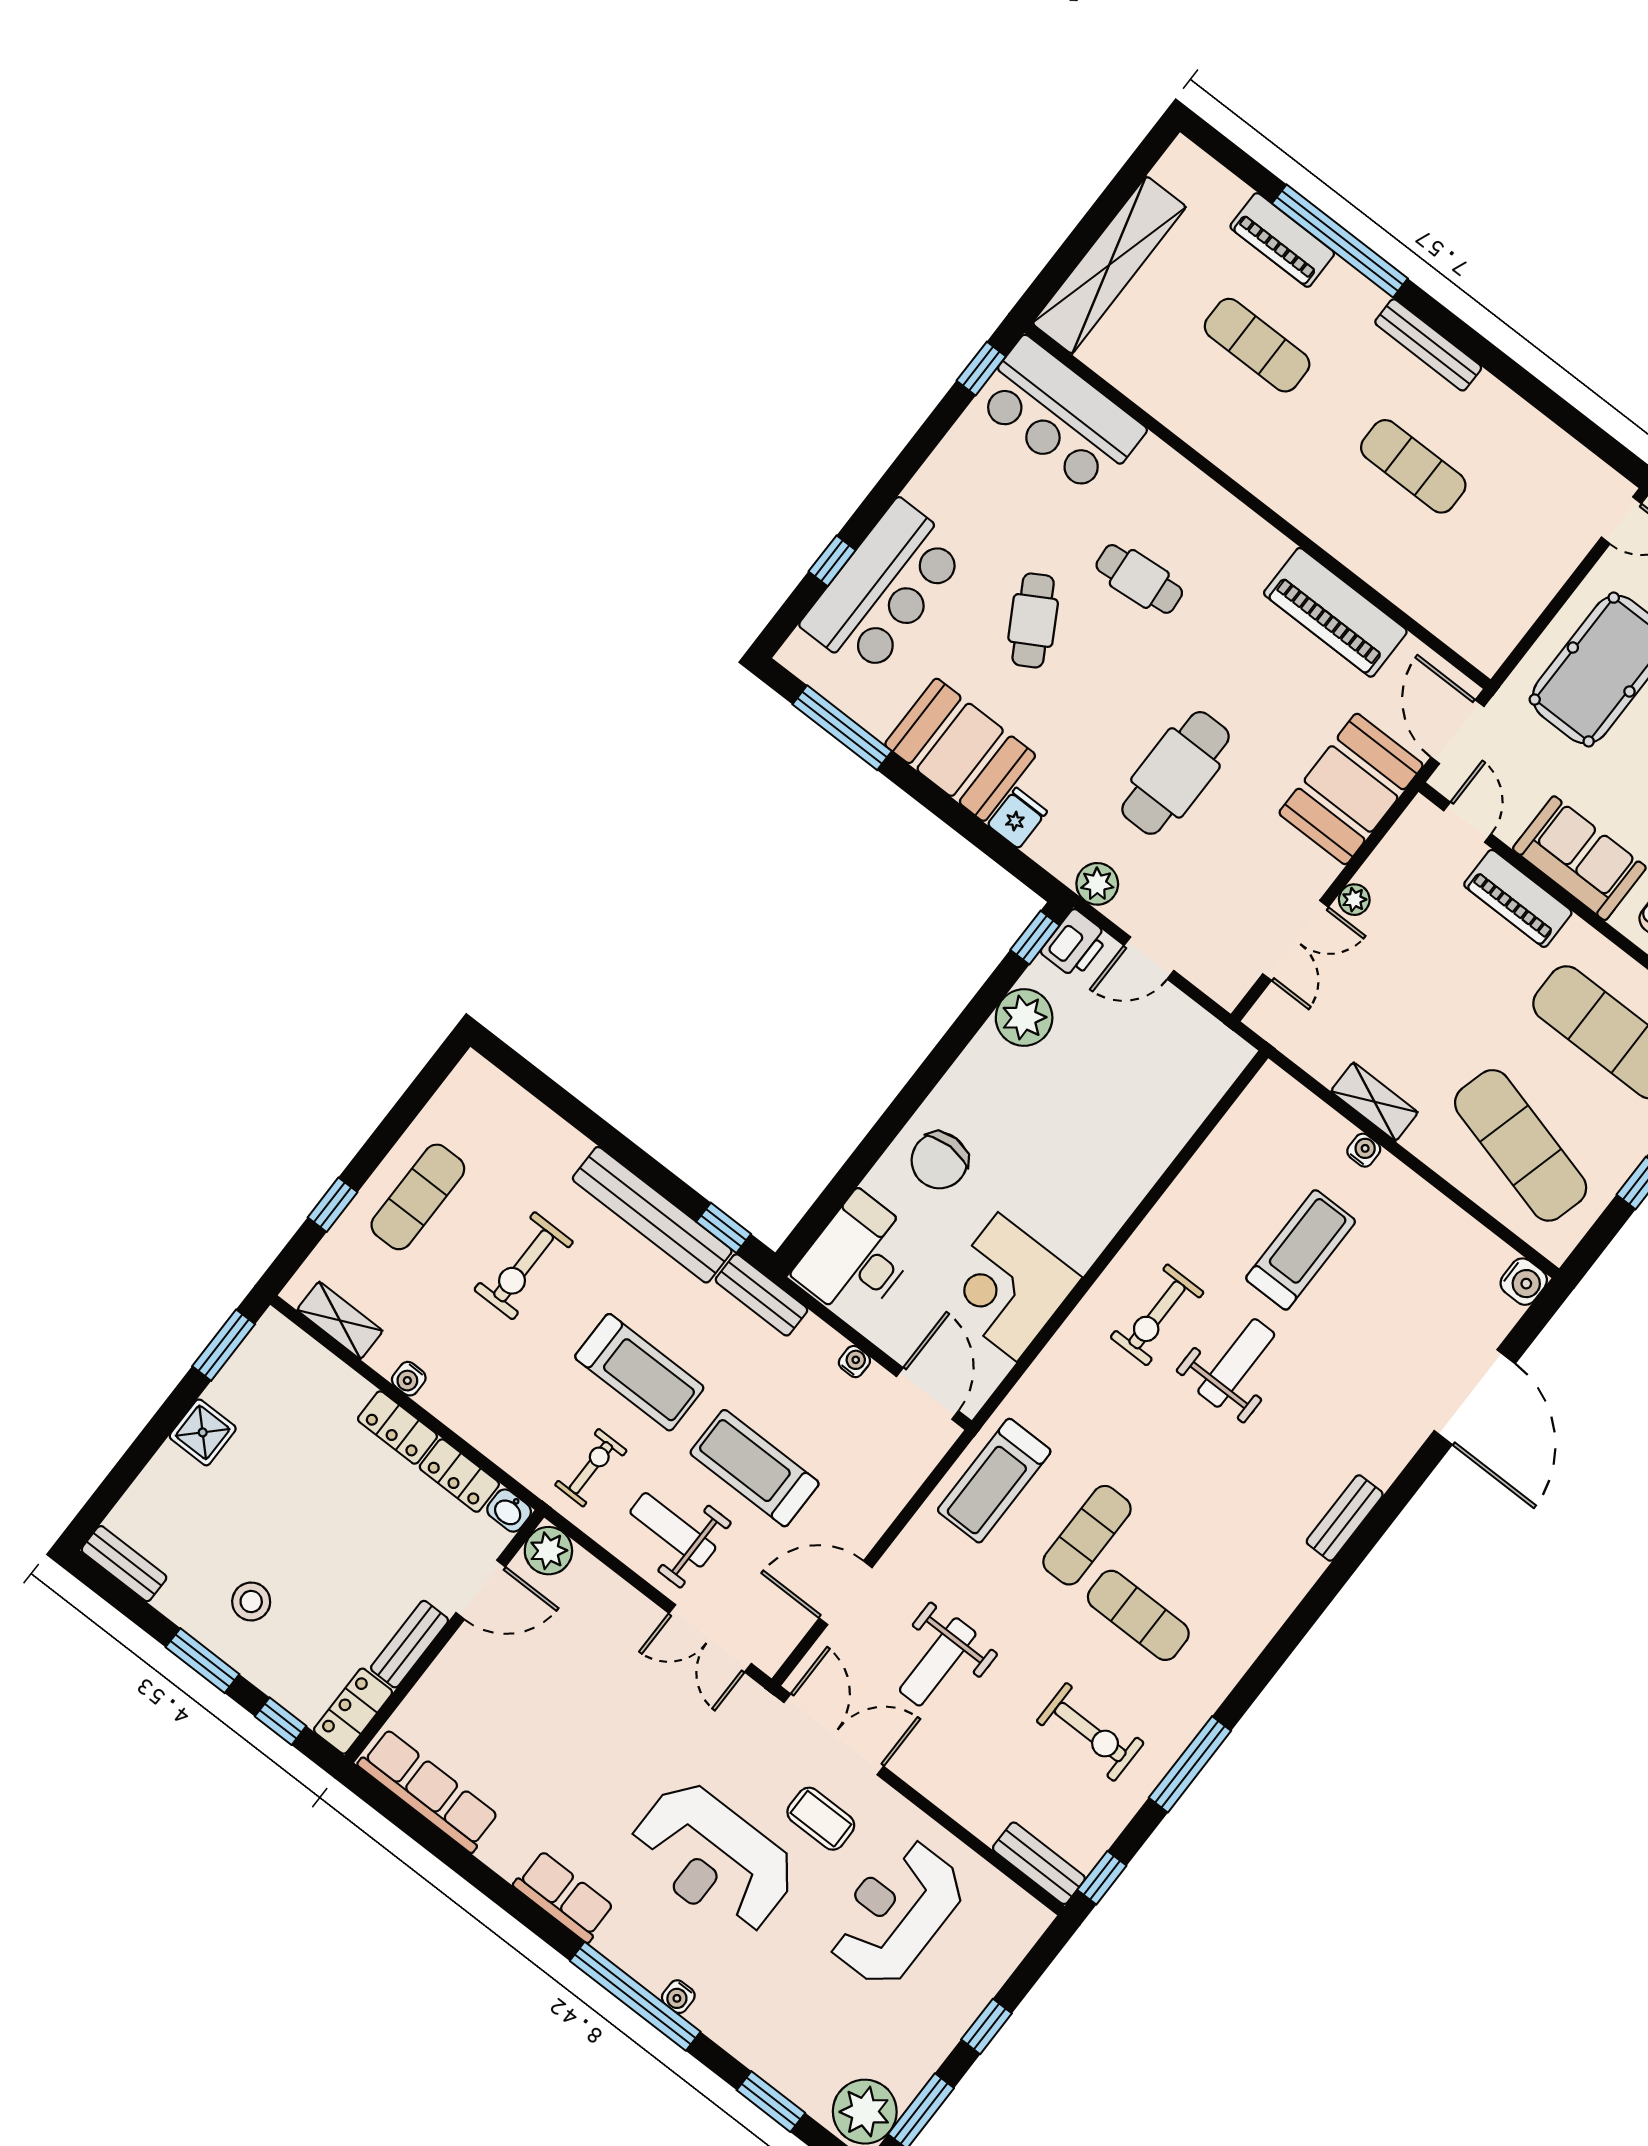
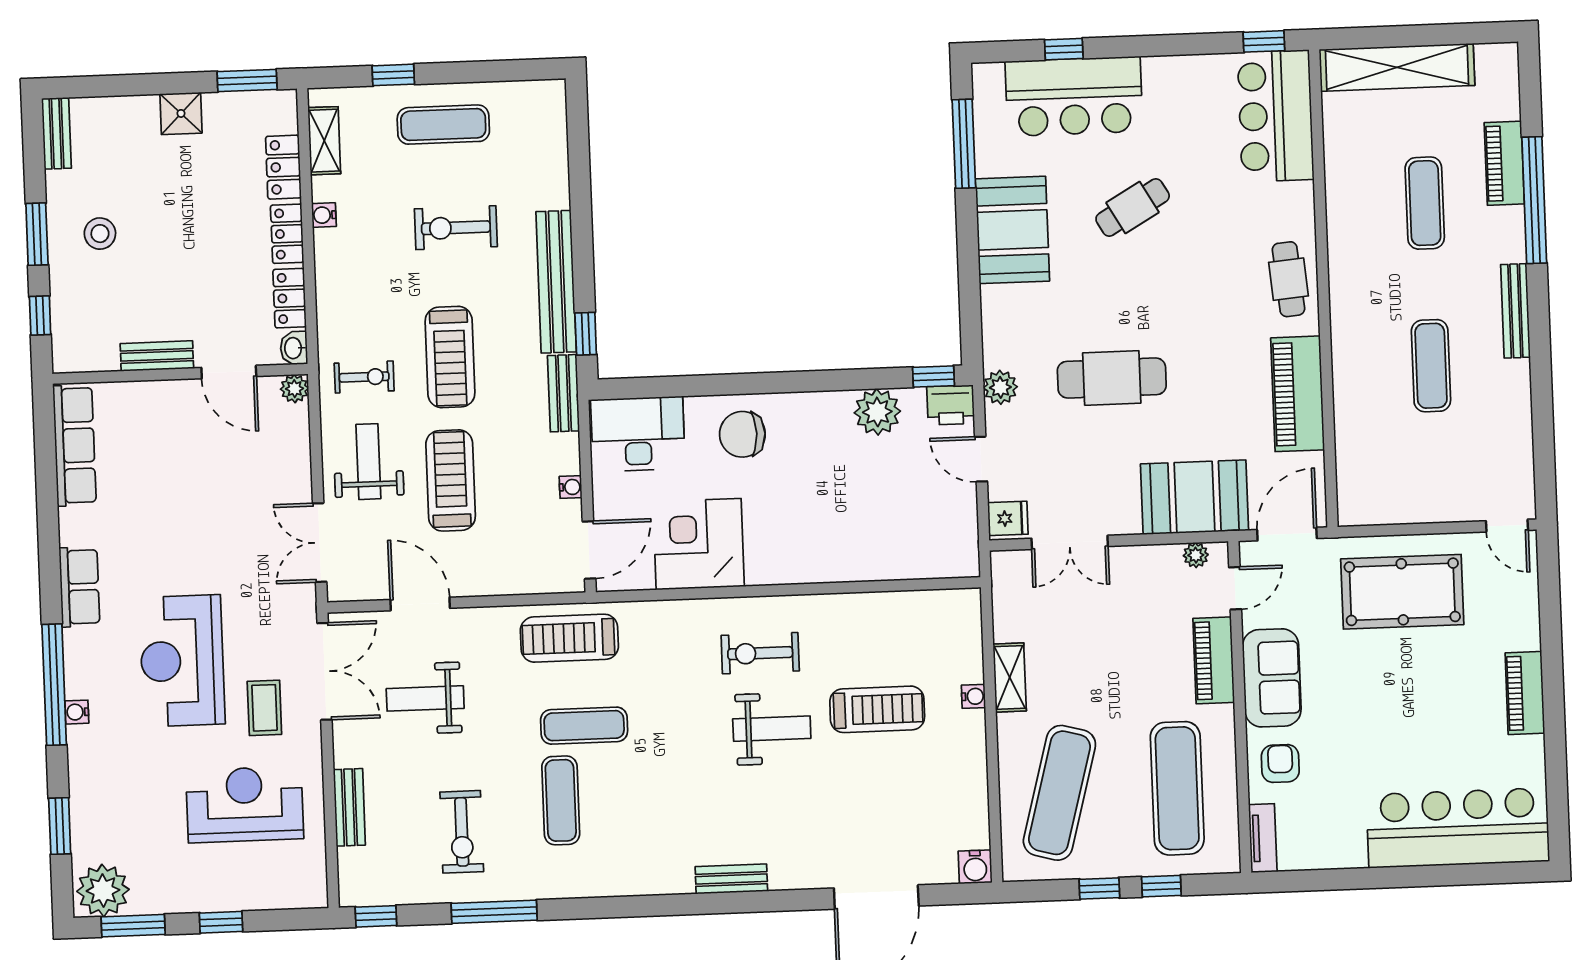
cafe table: (1139, 579) -> (1288, 279), moved
fridge: (1017, 818) -> (1008, 518), moved
plant: (1354, 900) -> (1196, 555), moved
plant: (548, 1551) -> (294, 389), width x0.73, depth x0.73
locker: (353, 1711) -> (283, 167), moved, turned -90
bench: (1039, 1863) -> (349, 807), moved

